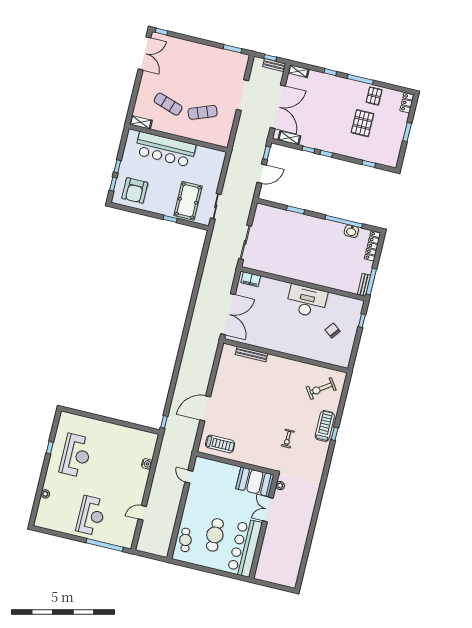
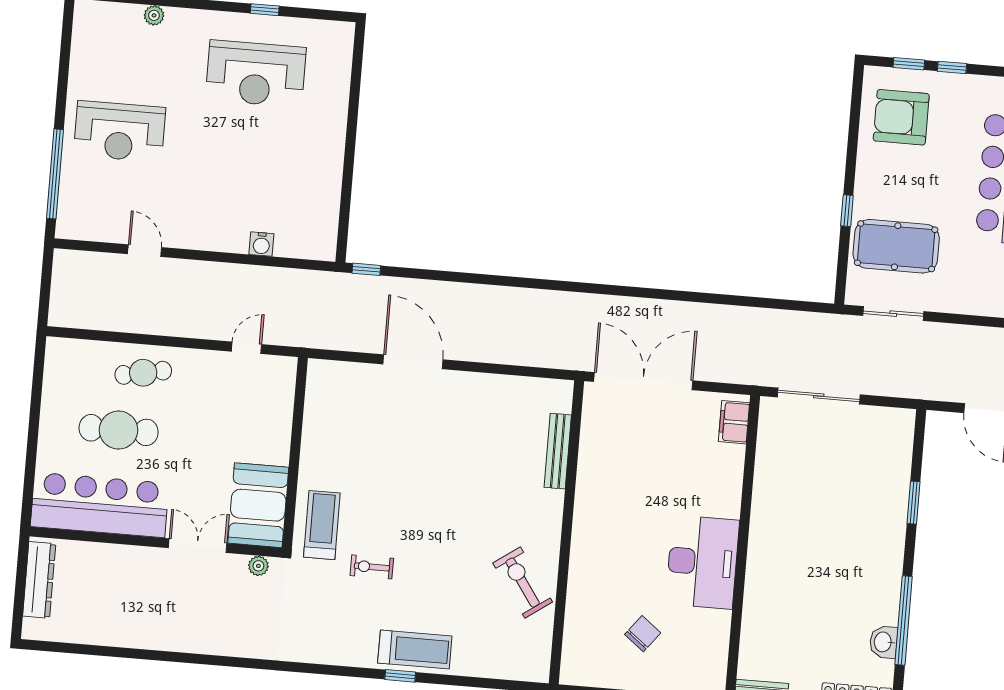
double door: (228, 314) -> (643, 381), swing flipped
exercise bike: (321, 389) -> (523, 583), moved
treadmill: (220, 444) -> (322, 525), moved, turned 180
cafe table: (185, 540) -> (143, 373), moved
dresser: (272, 577) -> (39, 580), added

